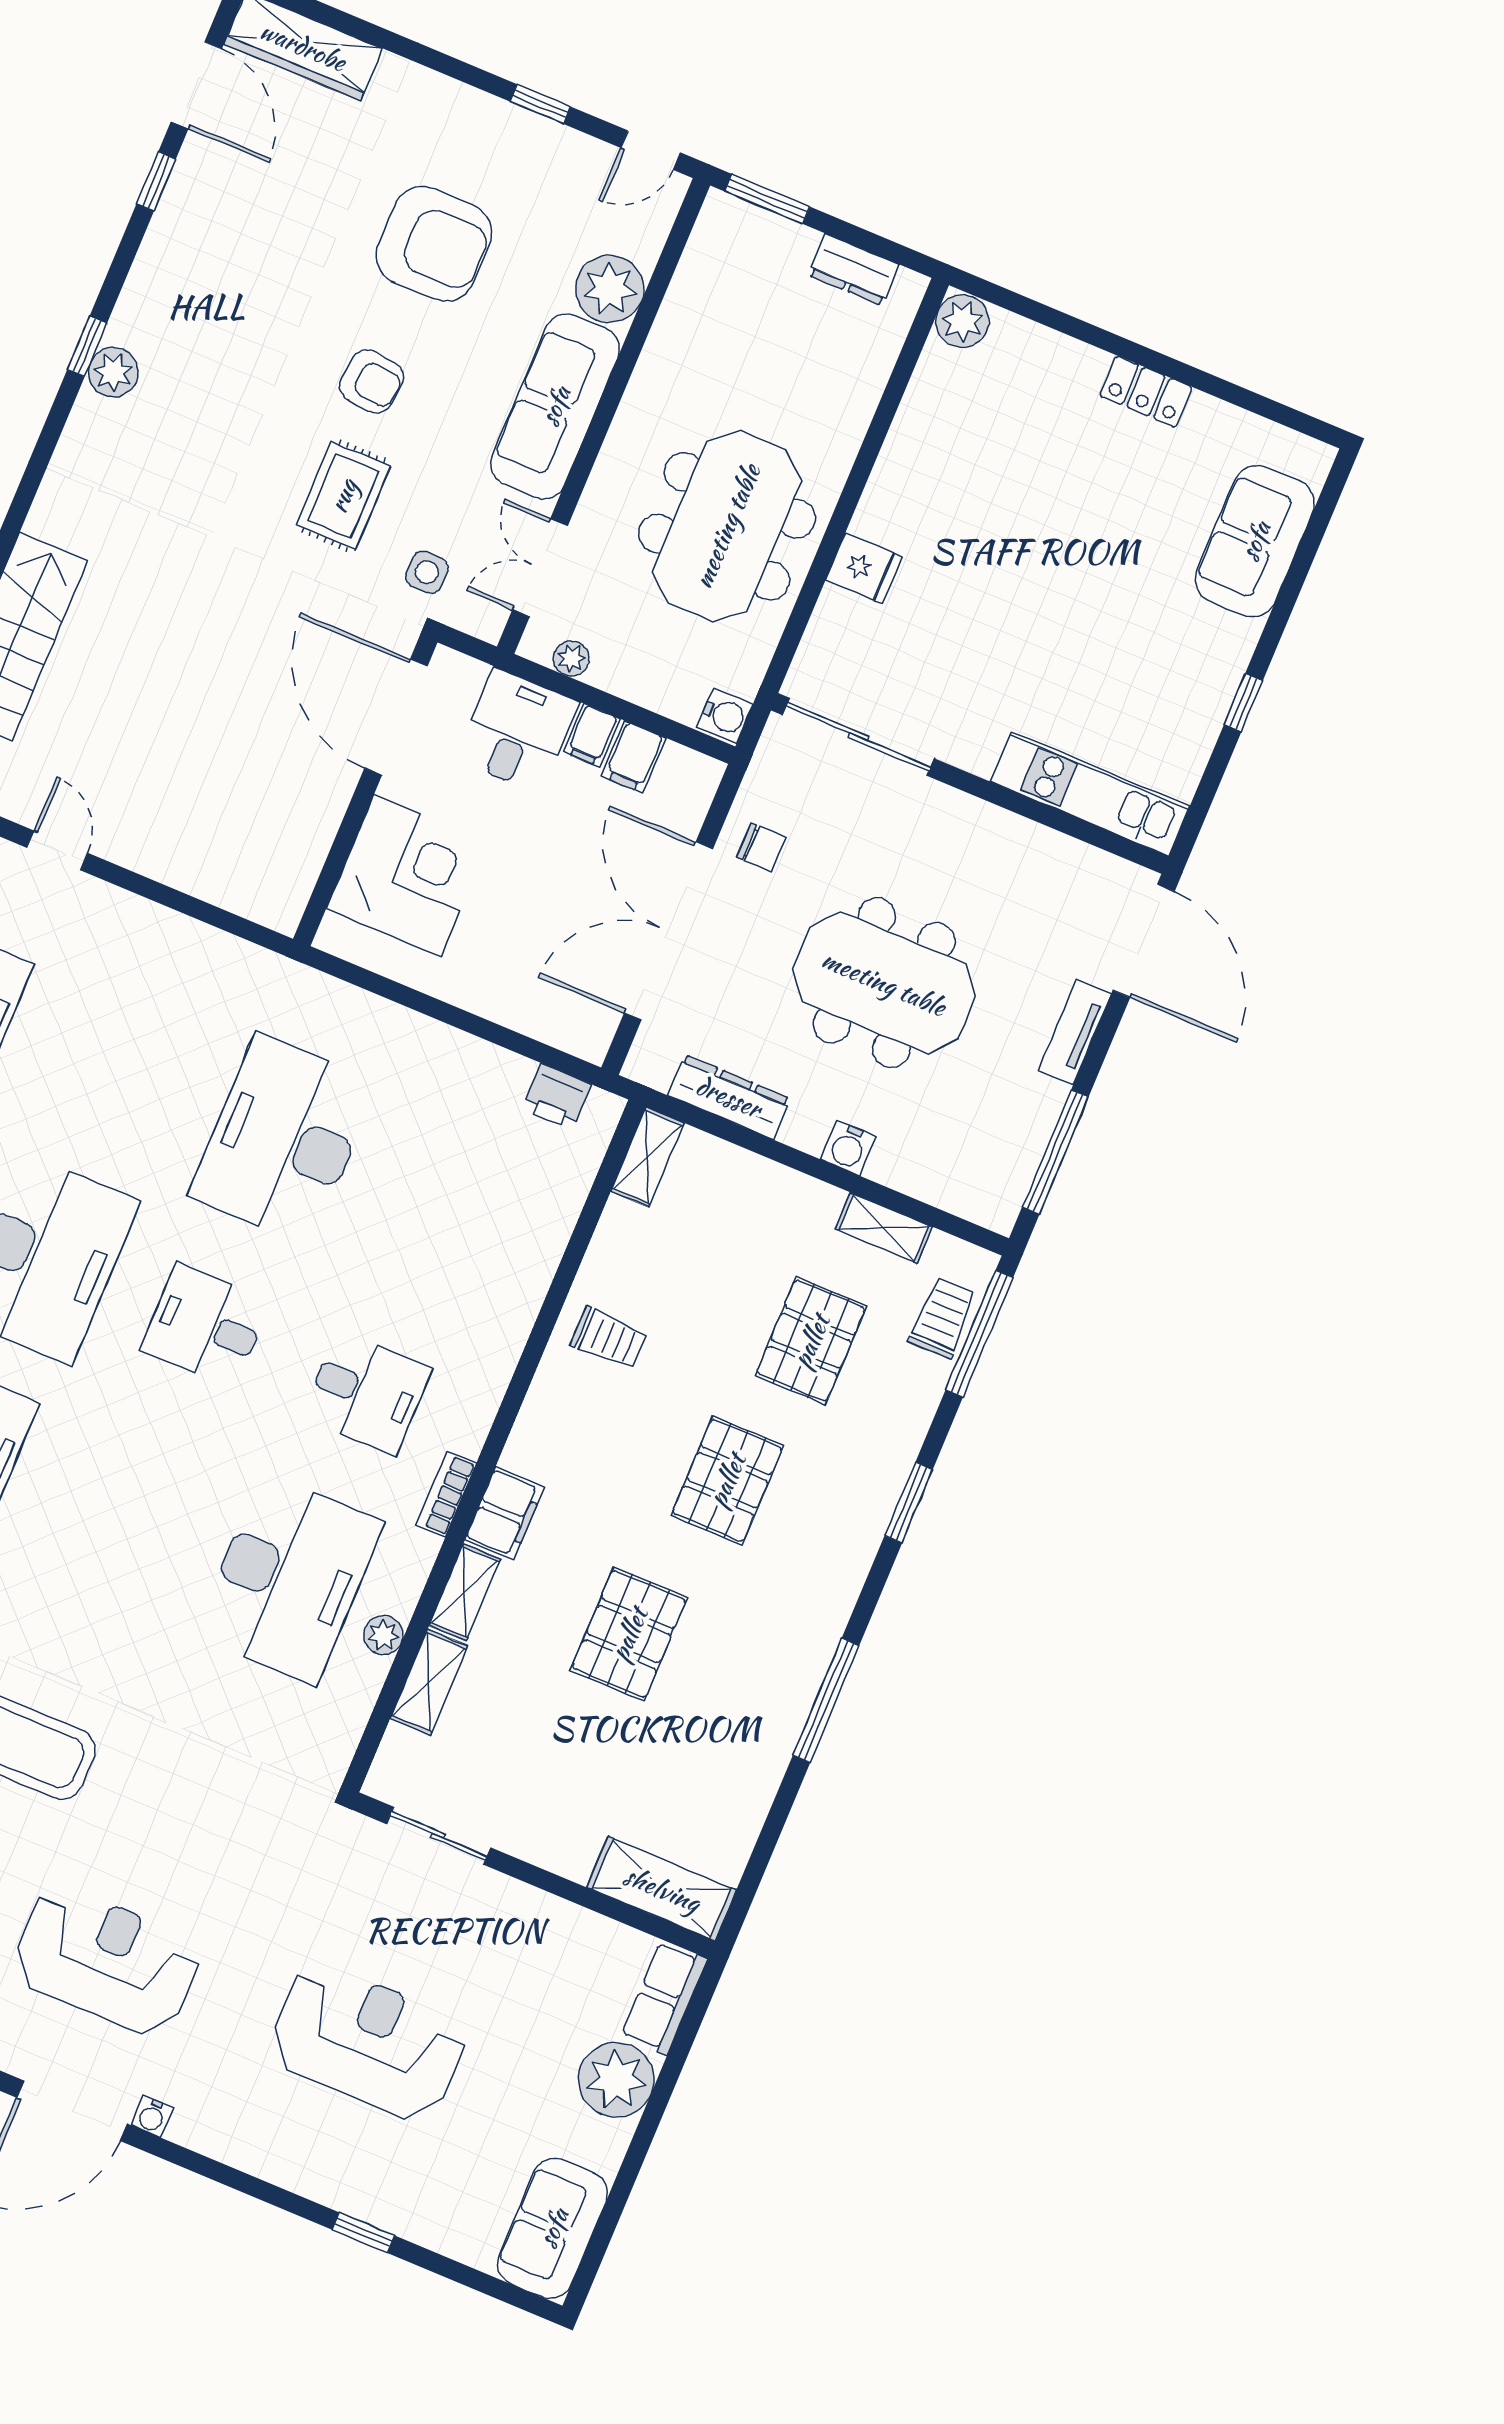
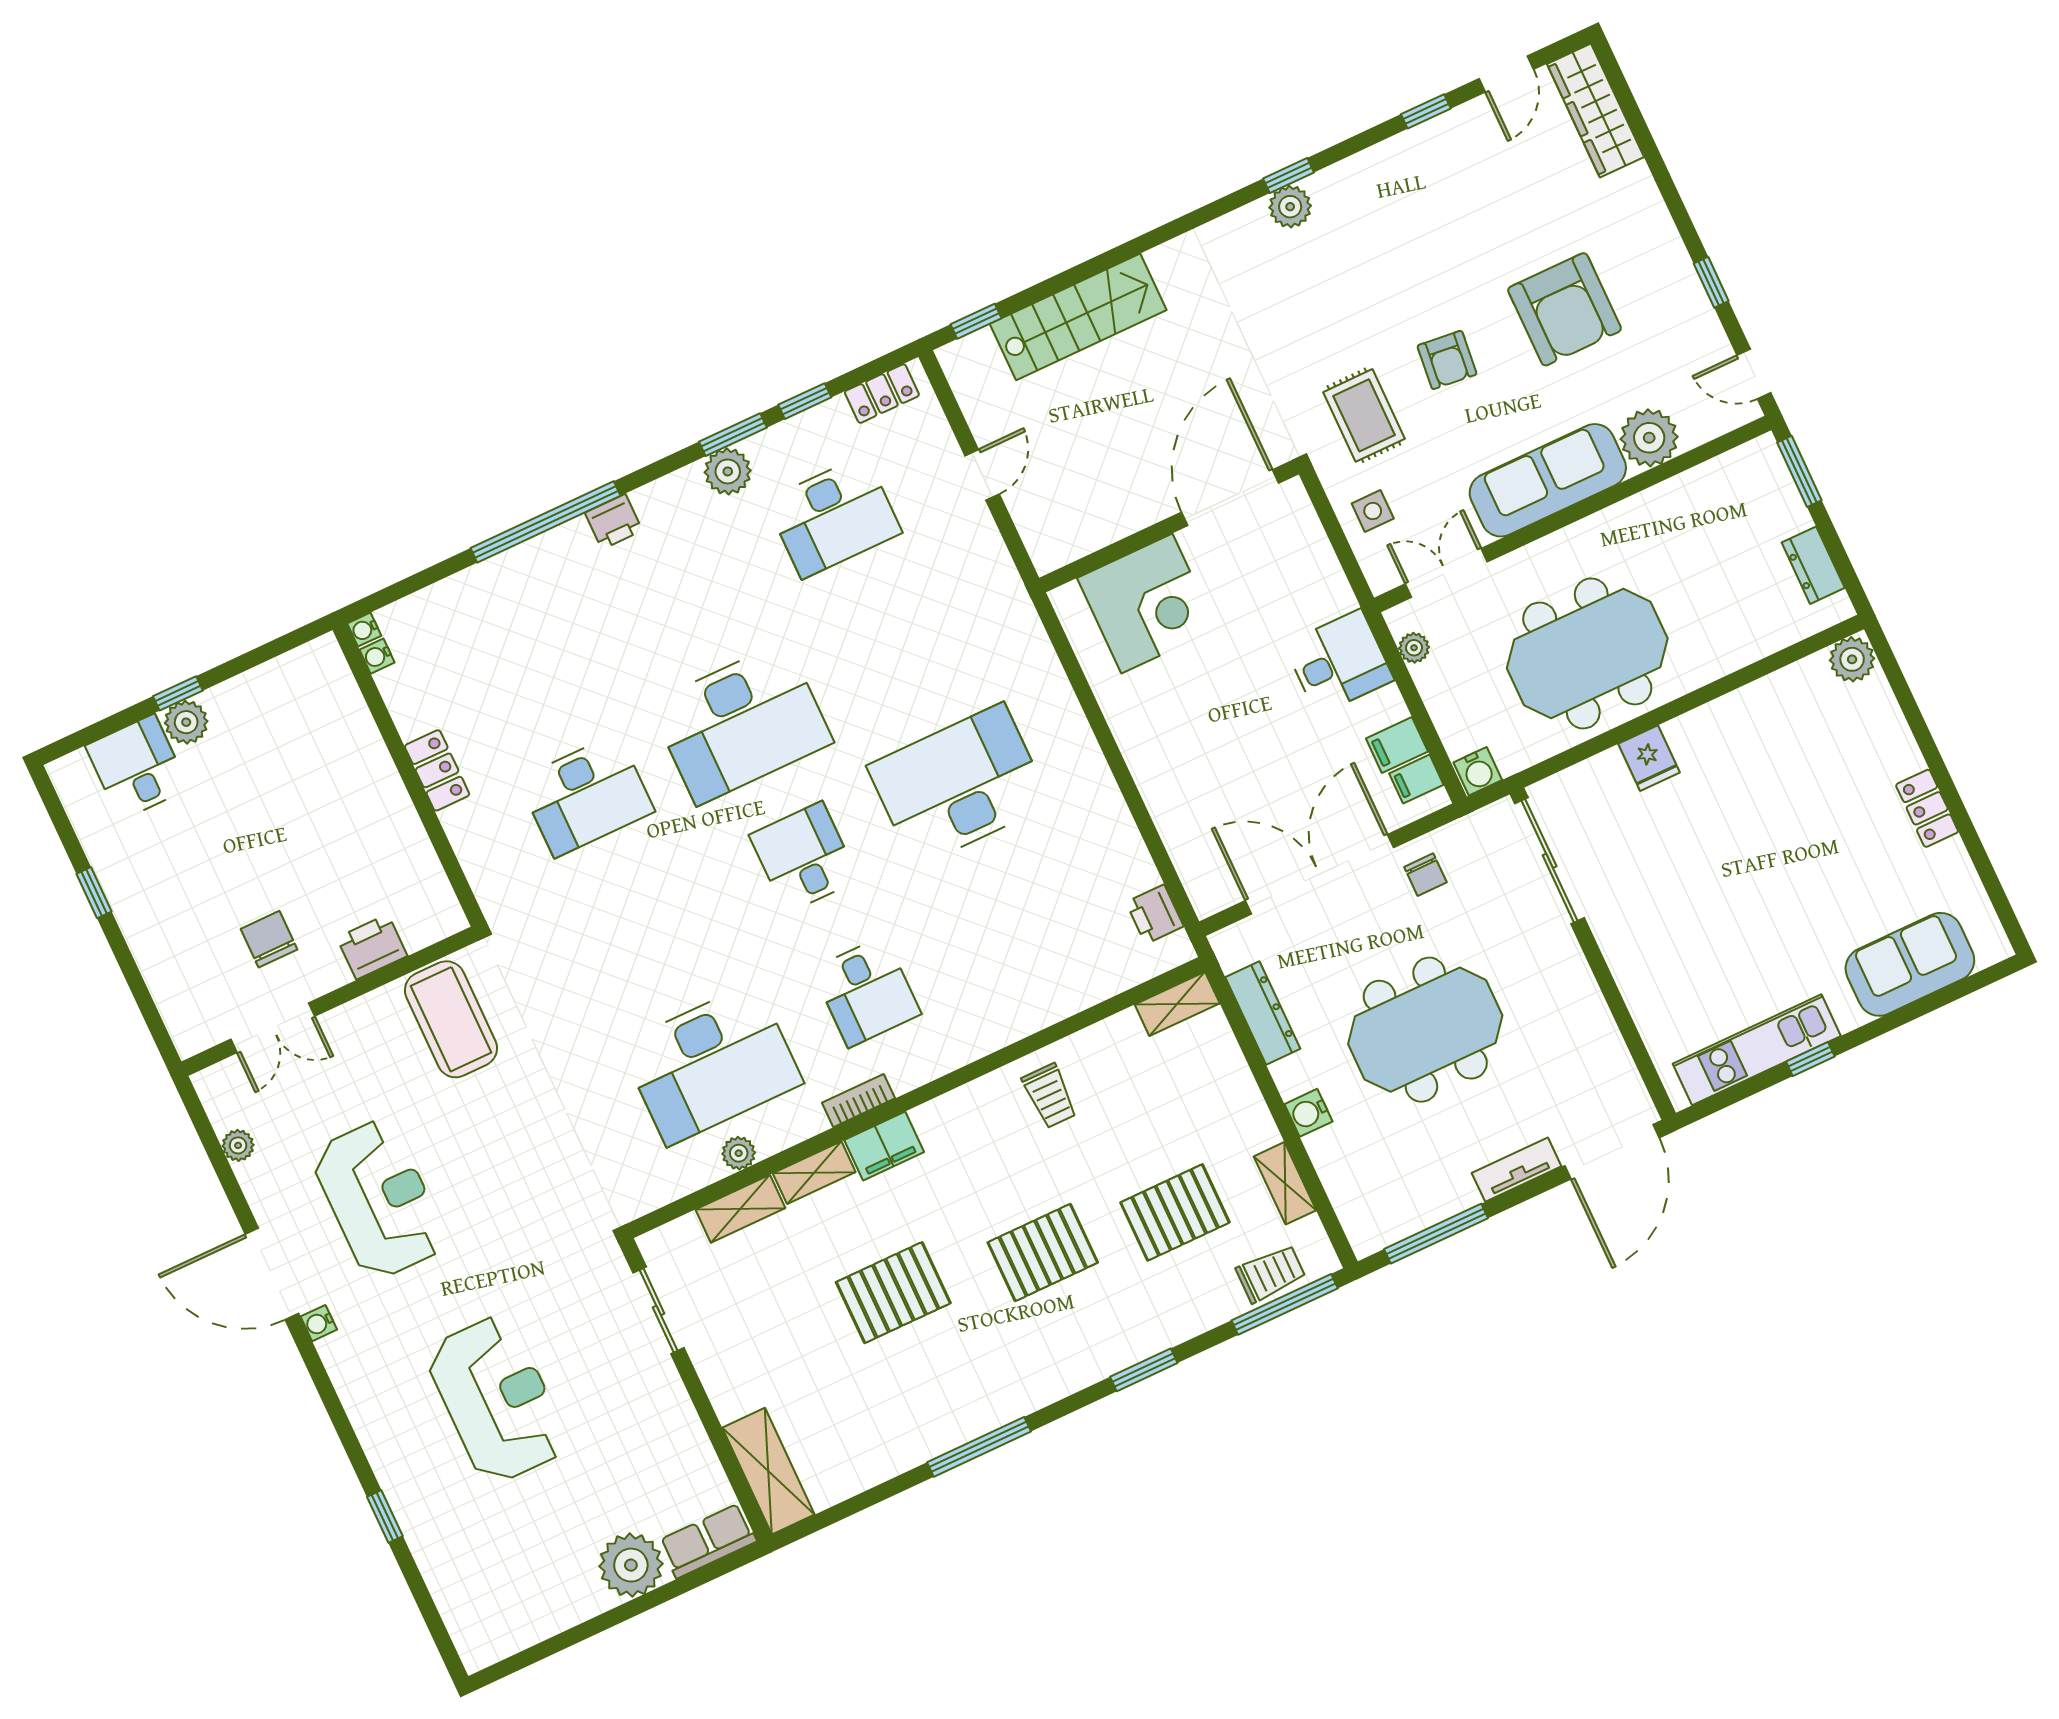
door: (196, 85) -> (1506, 74), width x0.73
rug: (343, 496) -> (1364, 415), turned 90
door: (396, 717) -> (1230, 498), moved
filing cabinet: (592, 735) -> (1416, 779), moved
wall: (365, 791) -> (1169, 526), moved
kitchen unit: (1090, 794) -> (1757, 1050), moved, turned -90
corner desk: (407, 875) -> (1147, 603), moved
meeting table: (884, 983) -> (1425, 1030), turned 90
sofa: (553, 2228) -> (506, 1622), removed

